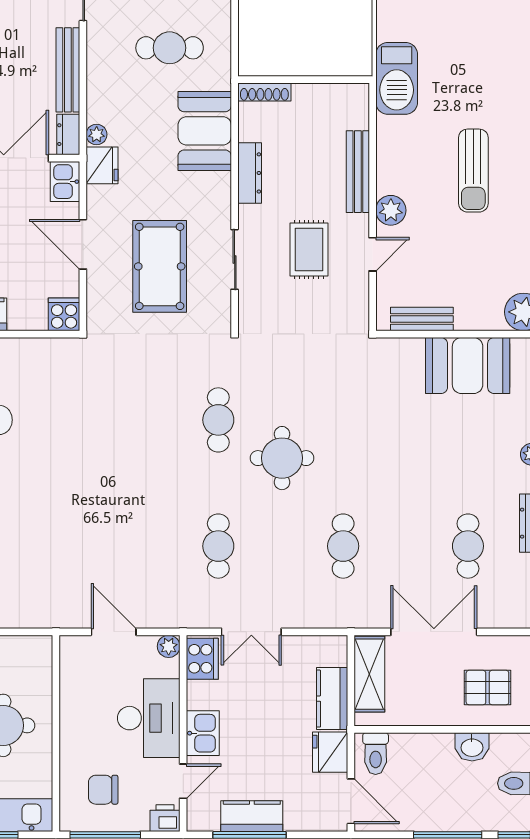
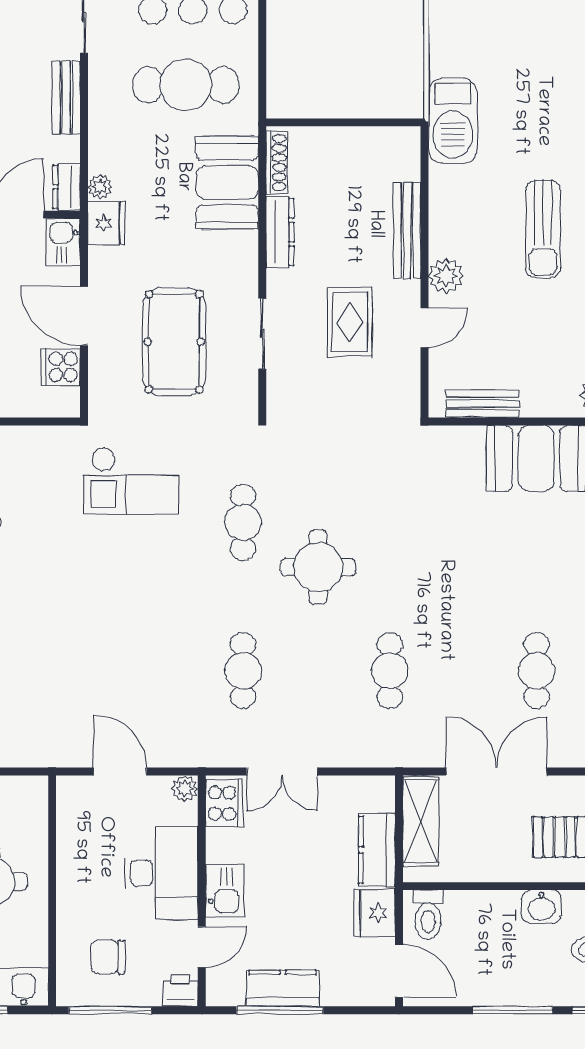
cafe table: (170, 48) -> (186, 85), width x1.37, depth x1.35
bench: (68, 70) -> (66, 98), width x0.73
shoe rack: (264, 92) -> (277, 163), moved, turned -90
cooker: (64, 314) -> (61, 367), moved, turned -90
checkout: (123, 385) -> (131, 481), added

